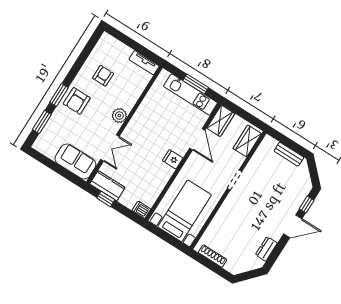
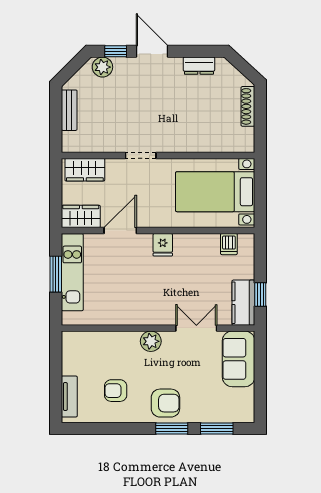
tv unit: (144, 63) -> (69, 397), moved
plant: (302, 191) -> (102, 67), added
dishwasher: (141, 210) -> (229, 244), moved
shoe rack: (213, 256) -> (248, 106), moved

